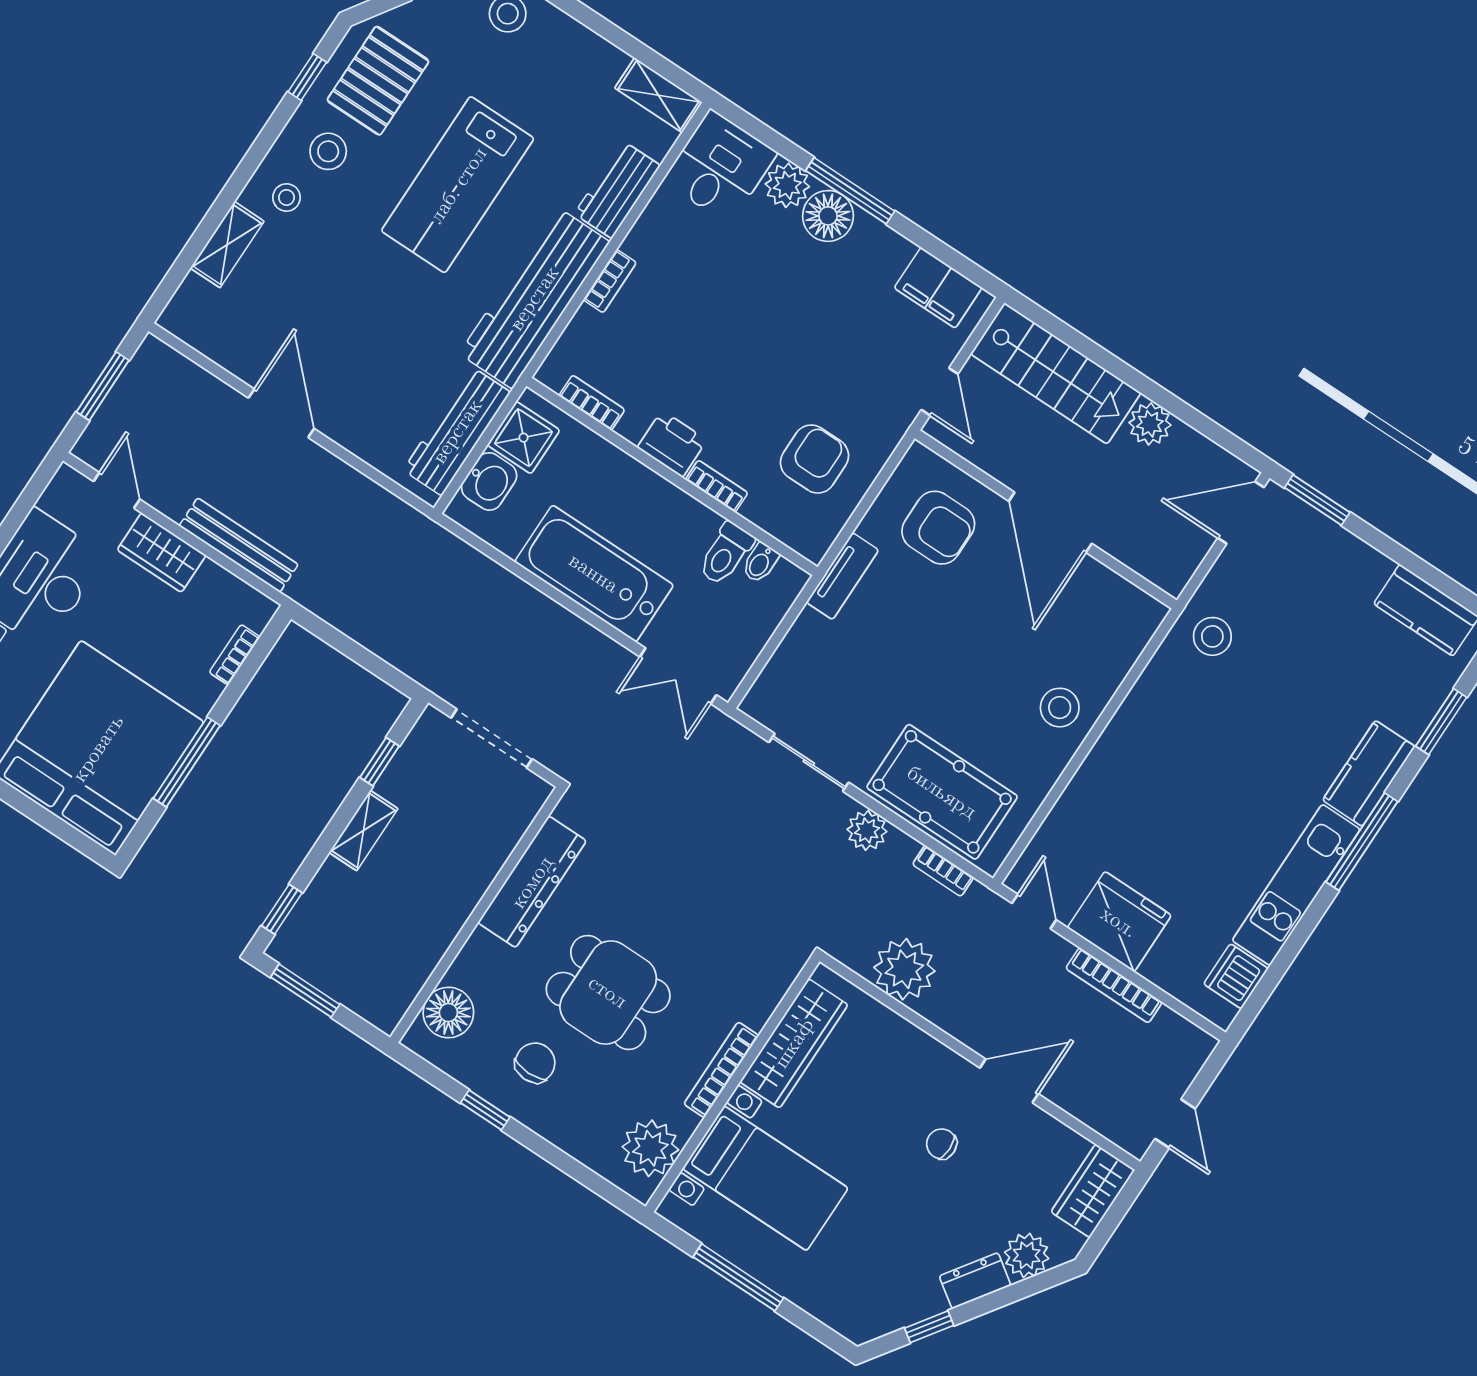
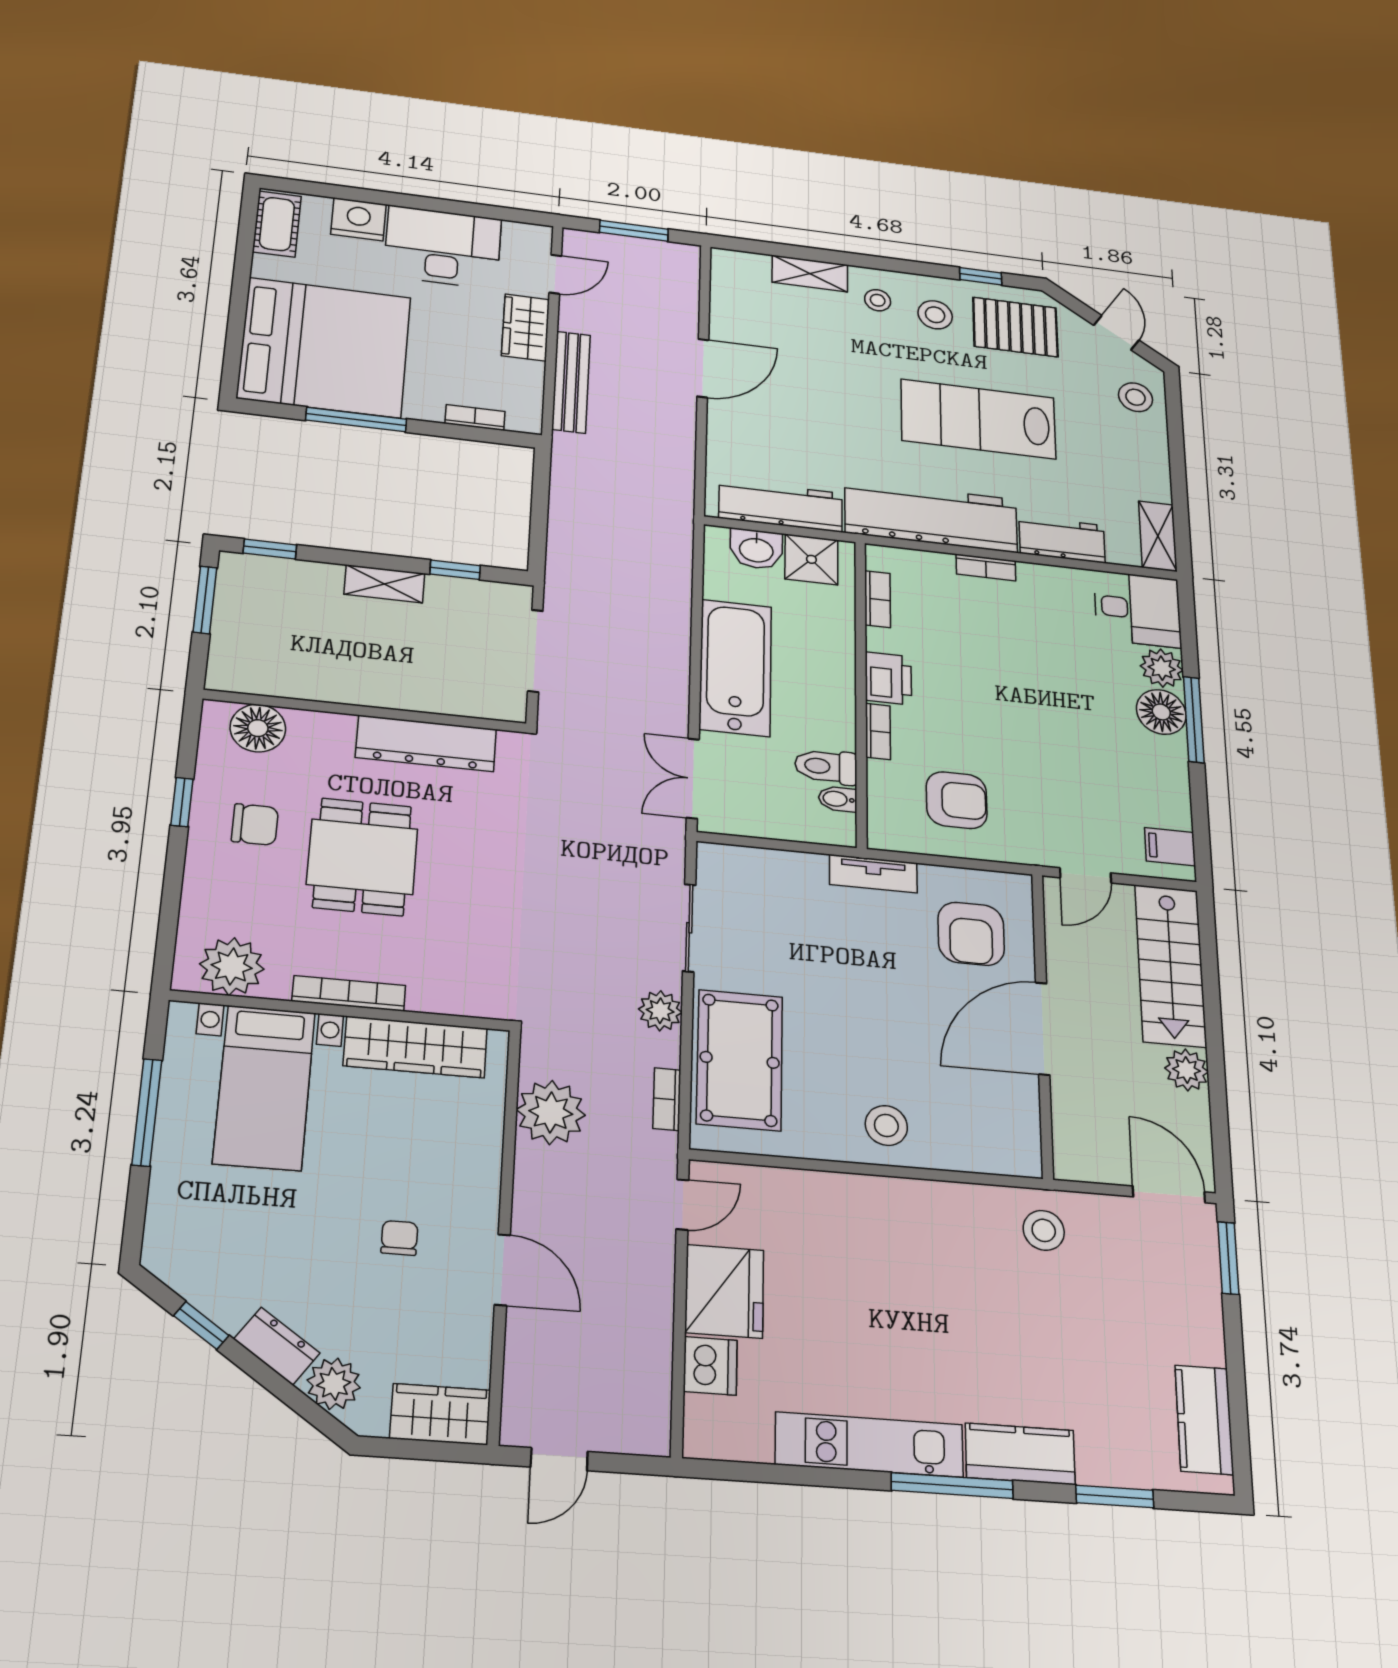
filing cabinet: (938, 288) -> (1170, 847), width x0.50
dishwasher: (1236, 976) -> (710, 1366), moved, turned 90
bookcase: (1114, 985) -> (660, 1320), removed

